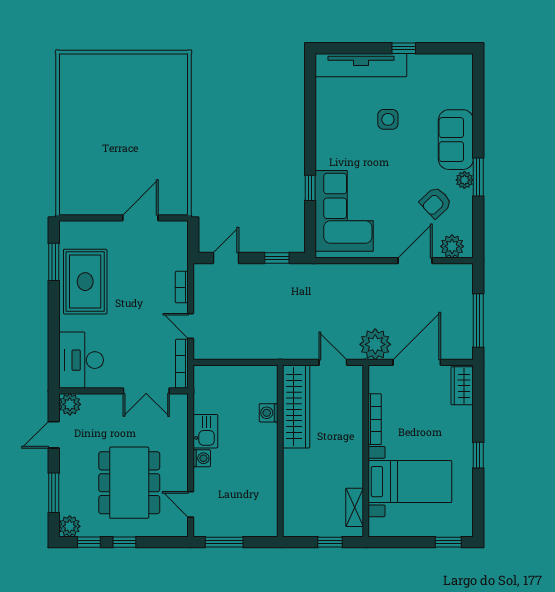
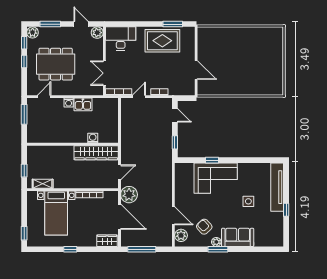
corner sofa: (344, 211) -> (216, 178), moved

